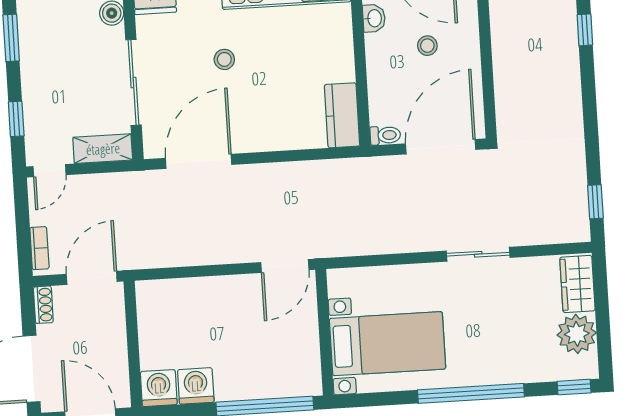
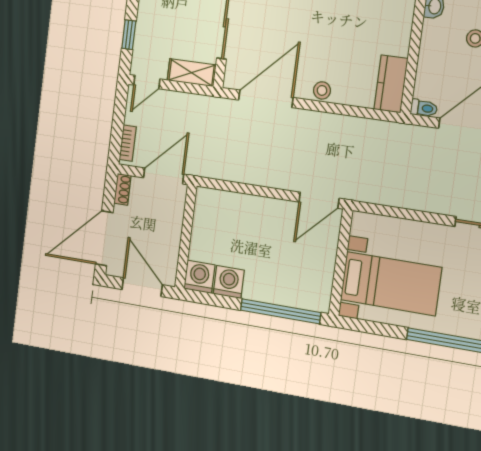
stool: (224, 59) -> (322, 90), moved

